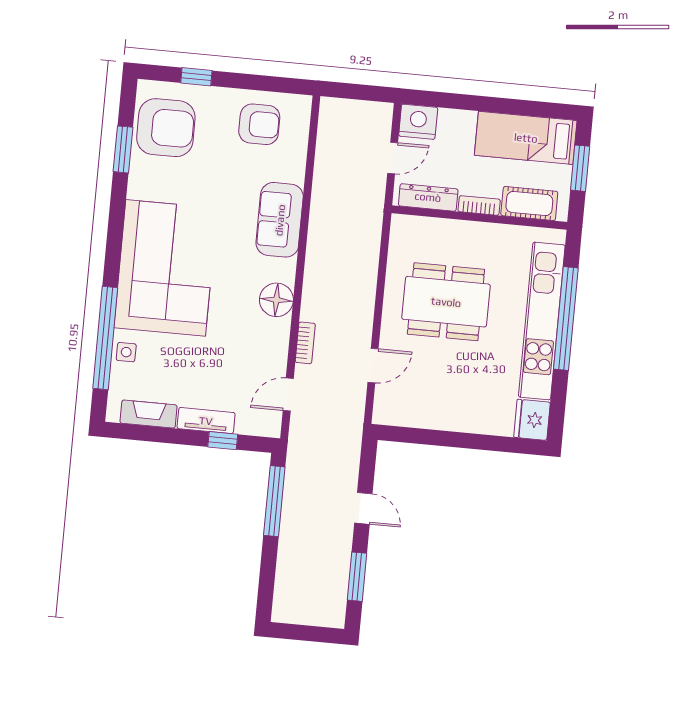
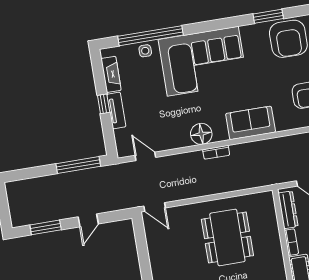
bookcase: (305, 343) -> (216, 152), moved
door: (373, 366) -> (155, 207), moved
window: (223, 441) -> (104, 104), moved

